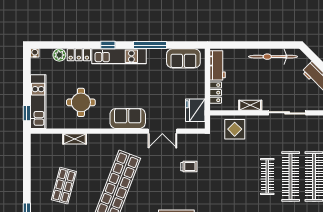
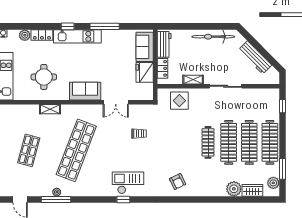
sofa: (183, 58) -> (145, 47), moved, turned 90
fridge: (195, 110) -> (145, 72), moved
shelving: (75, 139) -> (50, 109), moved

